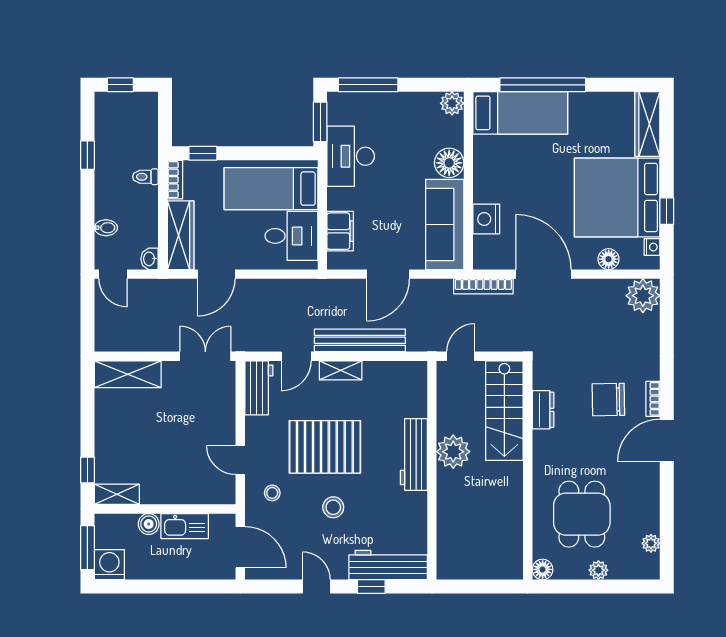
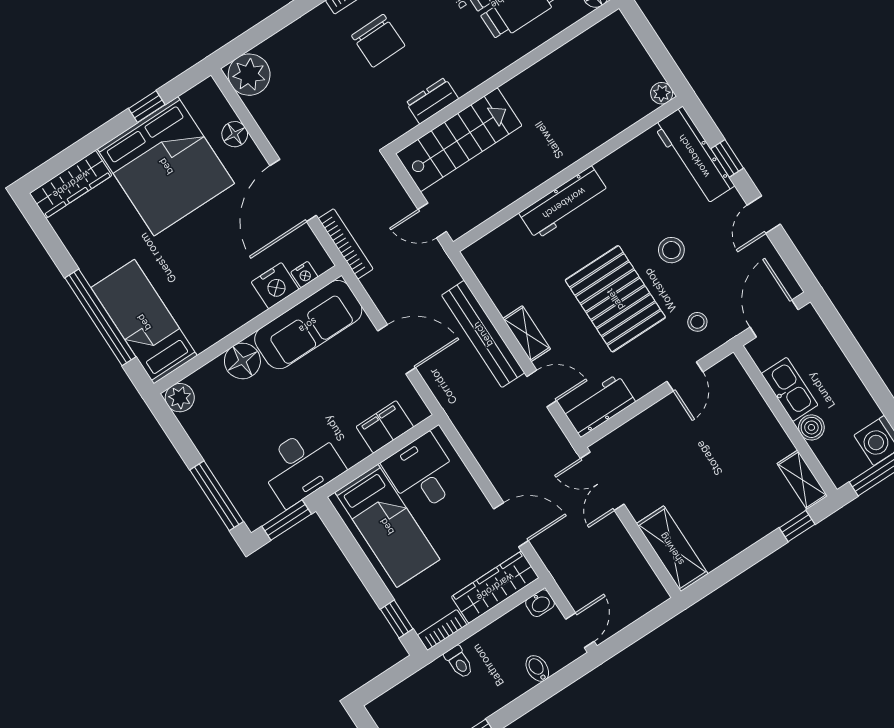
nightstand: (652, 247) -> (304, 274), moved, turned 180
plant: (453, 452) -> (662, 93), moved, width x0.53, depth x0.53

